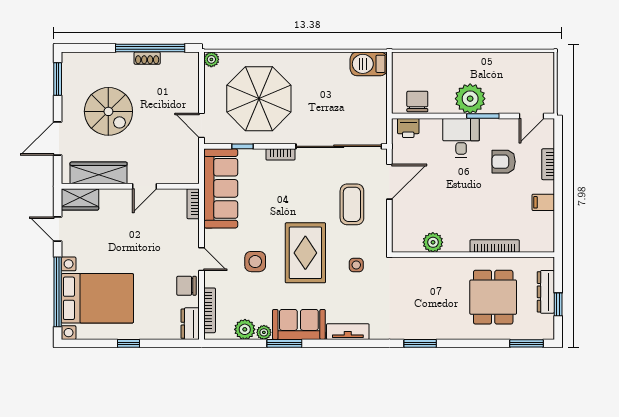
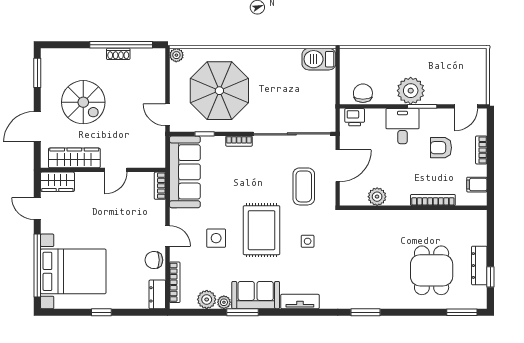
plant: (433, 242) -> (377, 197), moved
bookcase: (495, 246) -> (433, 200), moved
wall: (473, 255) -> (413, 208), moved

